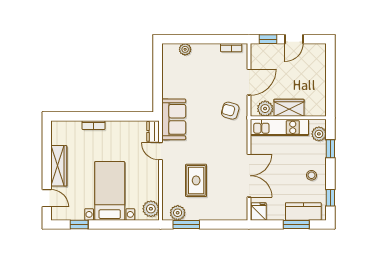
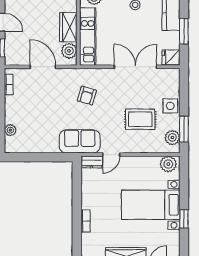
armchair: (230, 111) -> (87, 96), moved
side table: (210, 211) -> (170, 106), added
window: (79, 225) -> (184, 219), moved
window: (296, 225) -> (184, 31), moved

